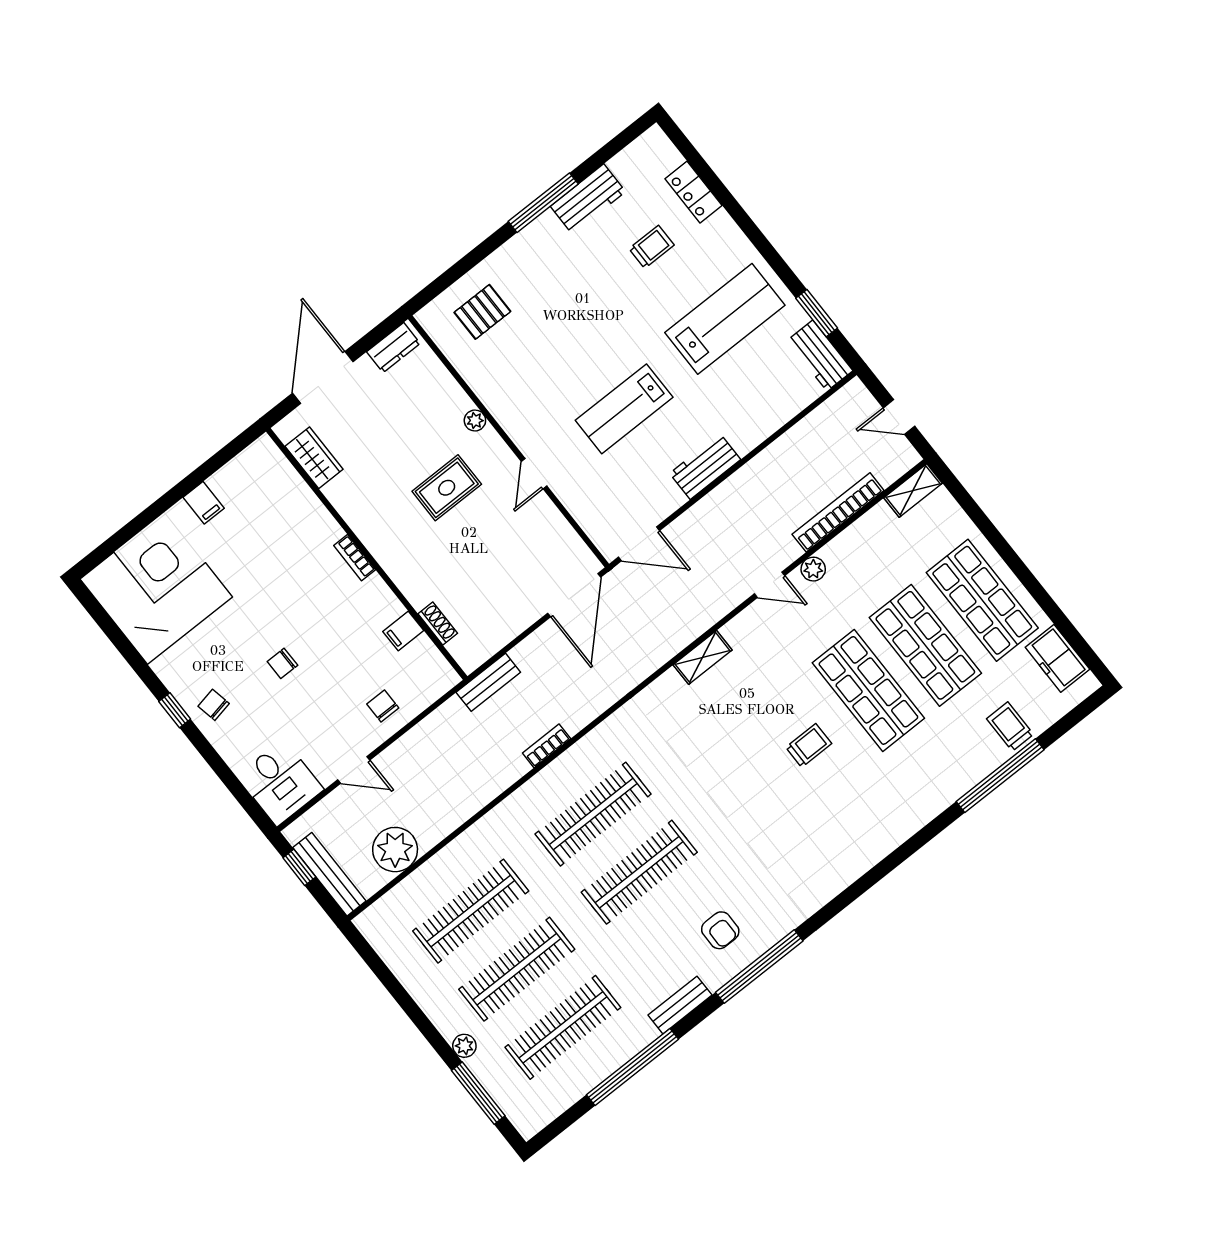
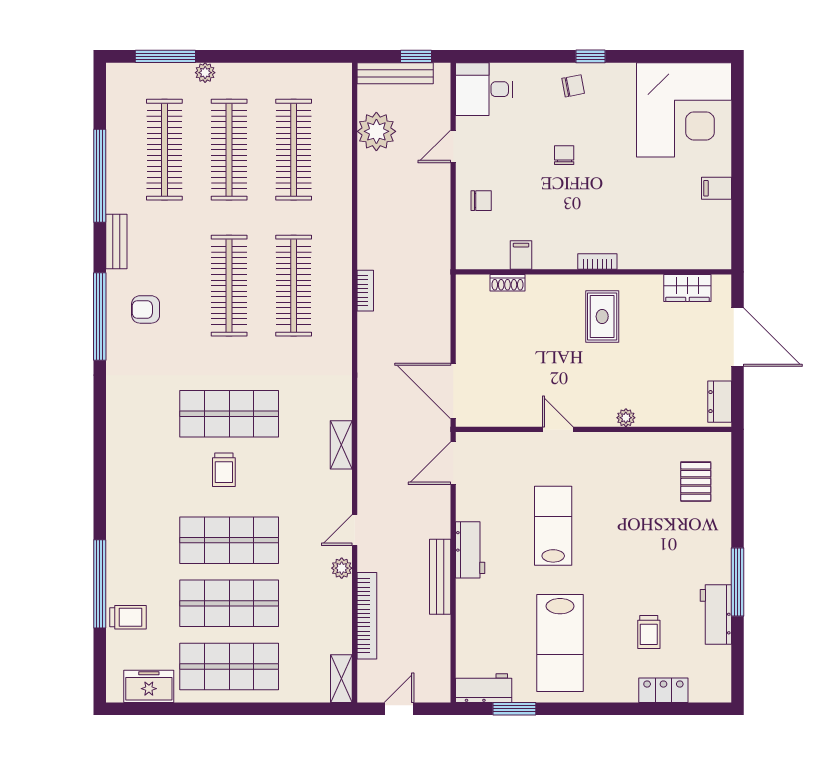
rug: (447, 488) -> (602, 316), moved
bench: (488, 682) -> (440, 577), moved, width x1.36
shop shelf: (755, 781) -> (229, 414), added

